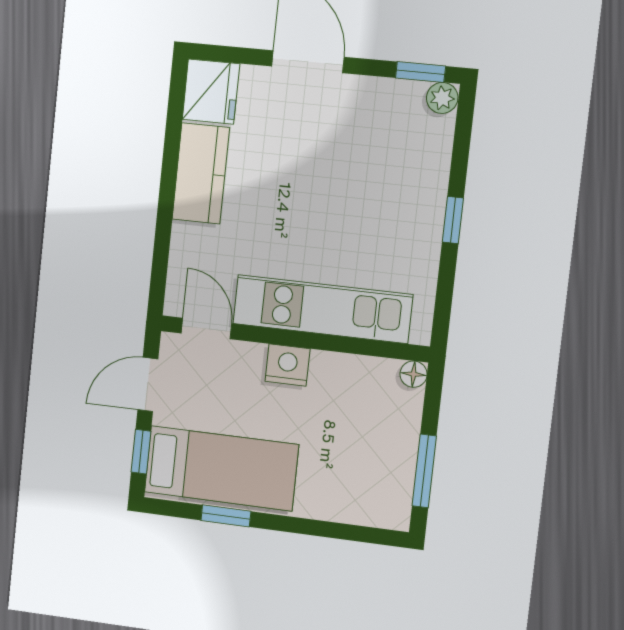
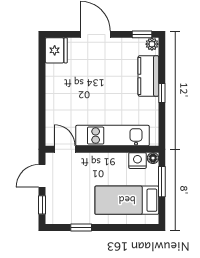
kitchen counter: (201, 173) -> (148, 76), moved, turned 180
nightstand: (287, 365) -> (137, 161), moved
bed: (221, 468) -> (127, 200), moved, turned 180
window: (424, 471) -> (162, 182), moved

